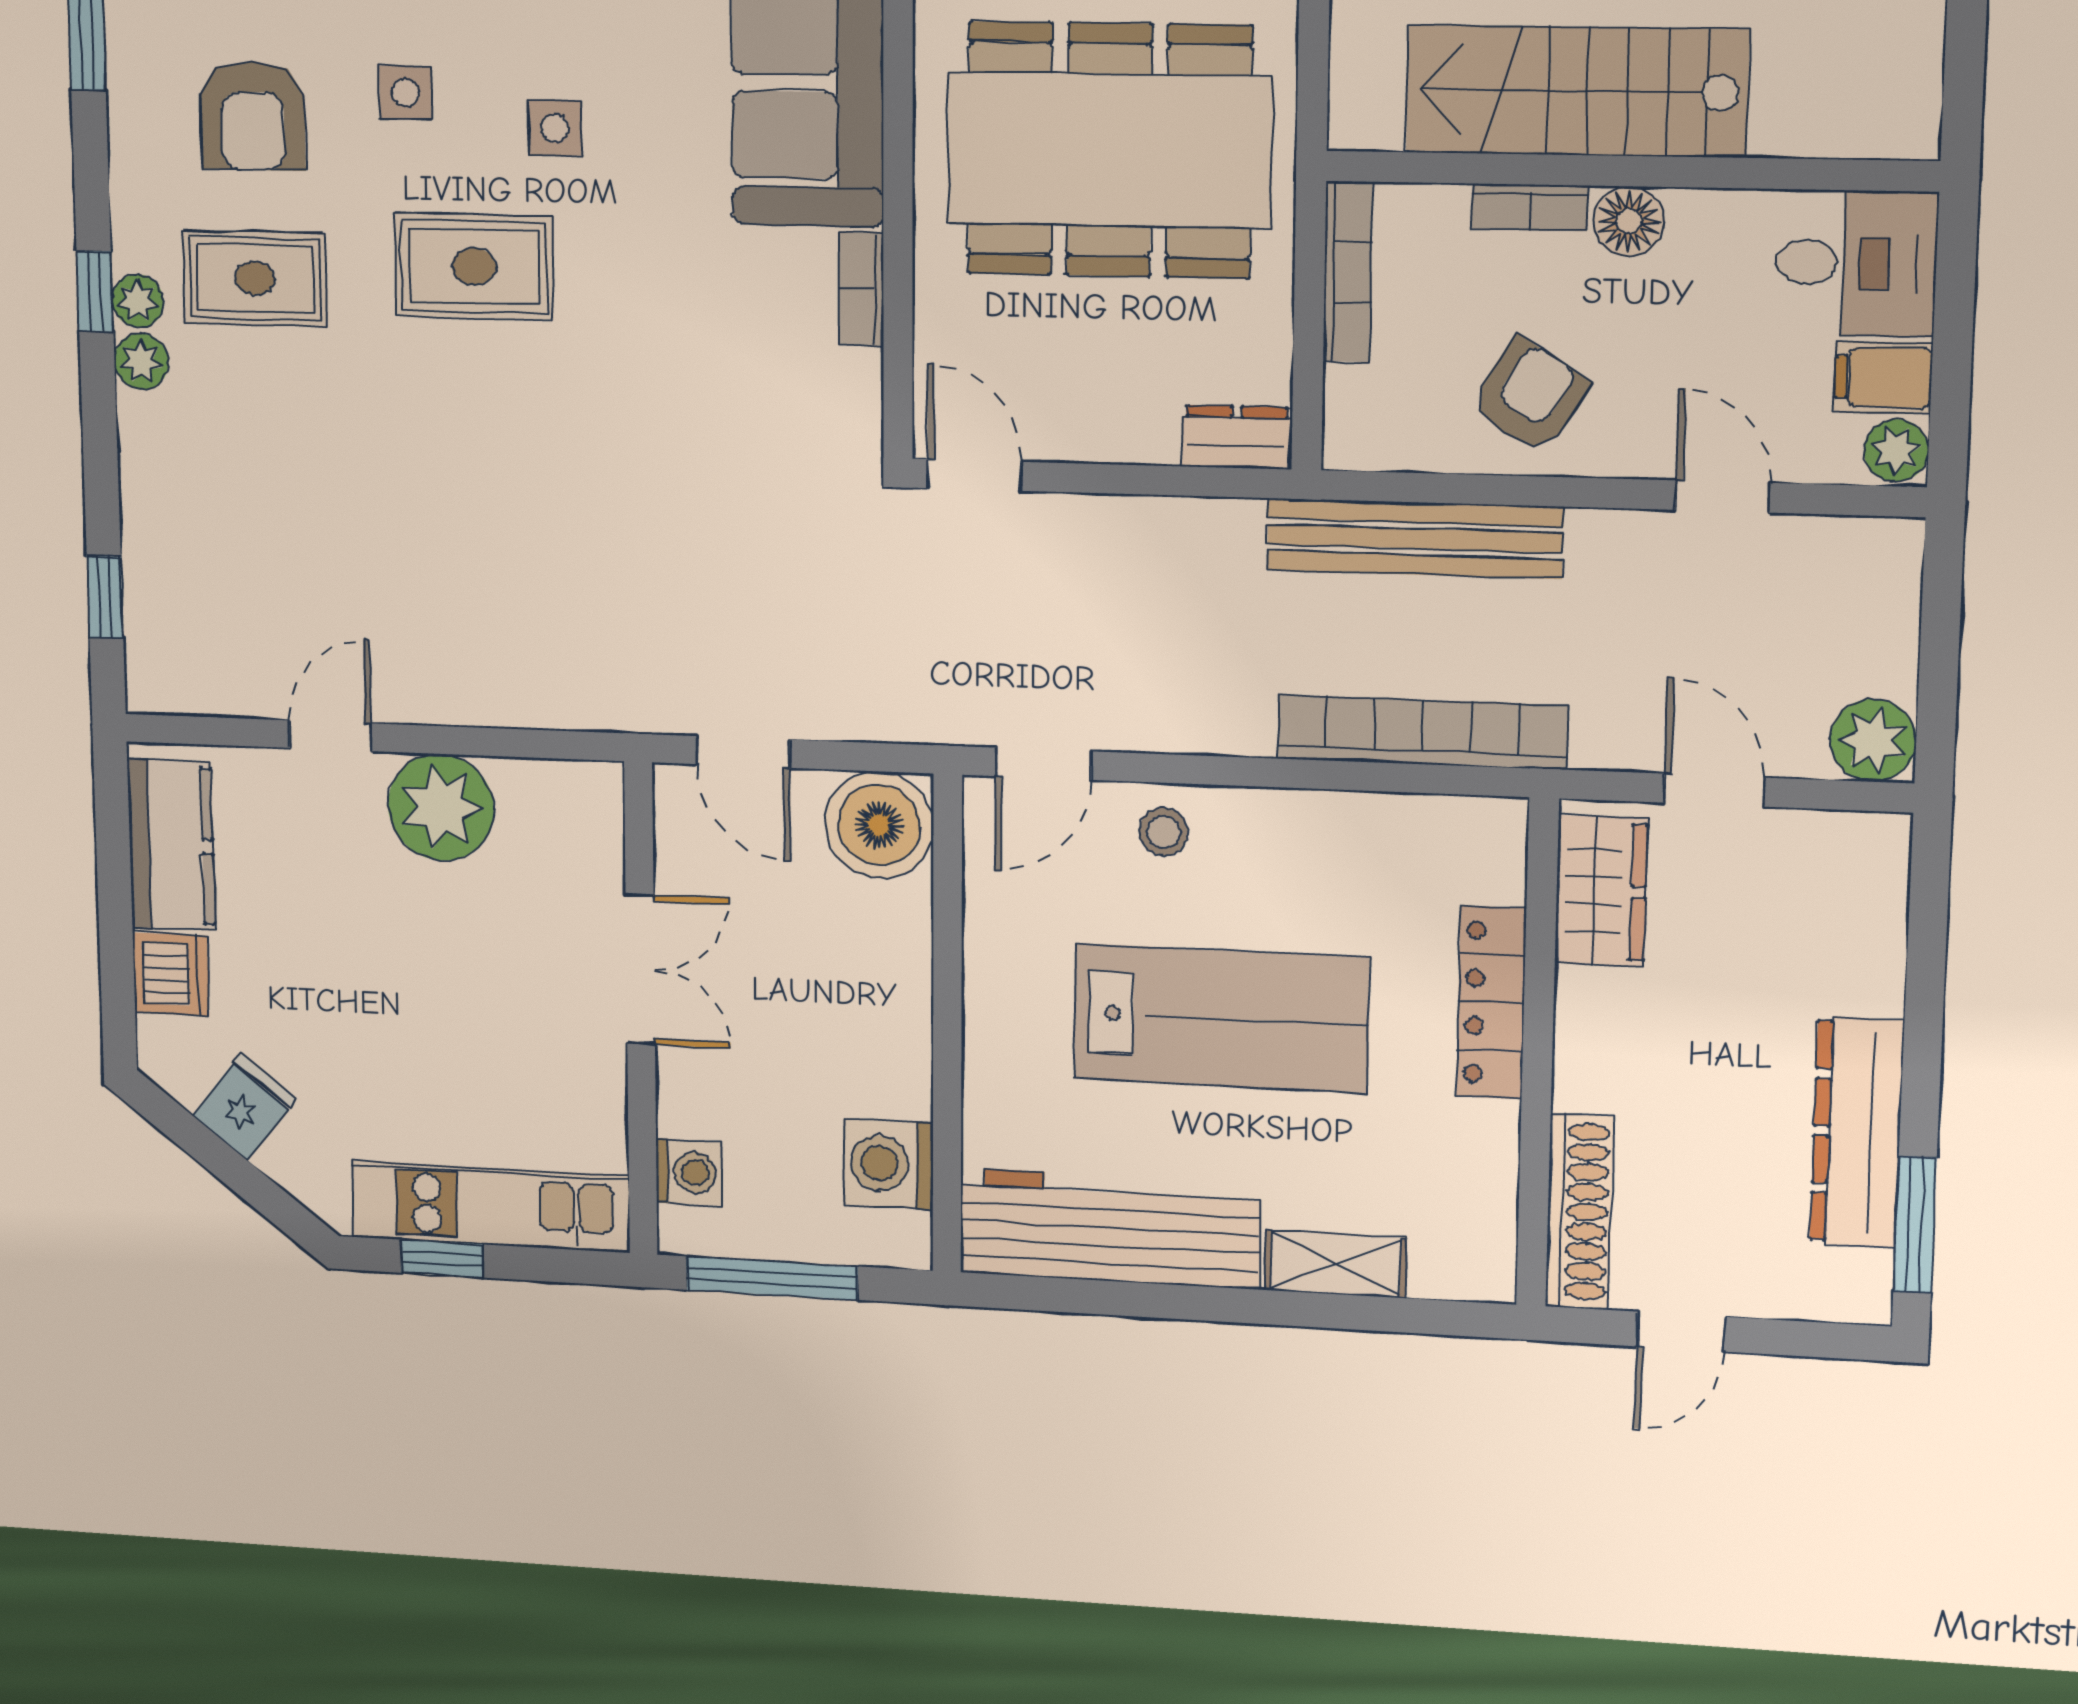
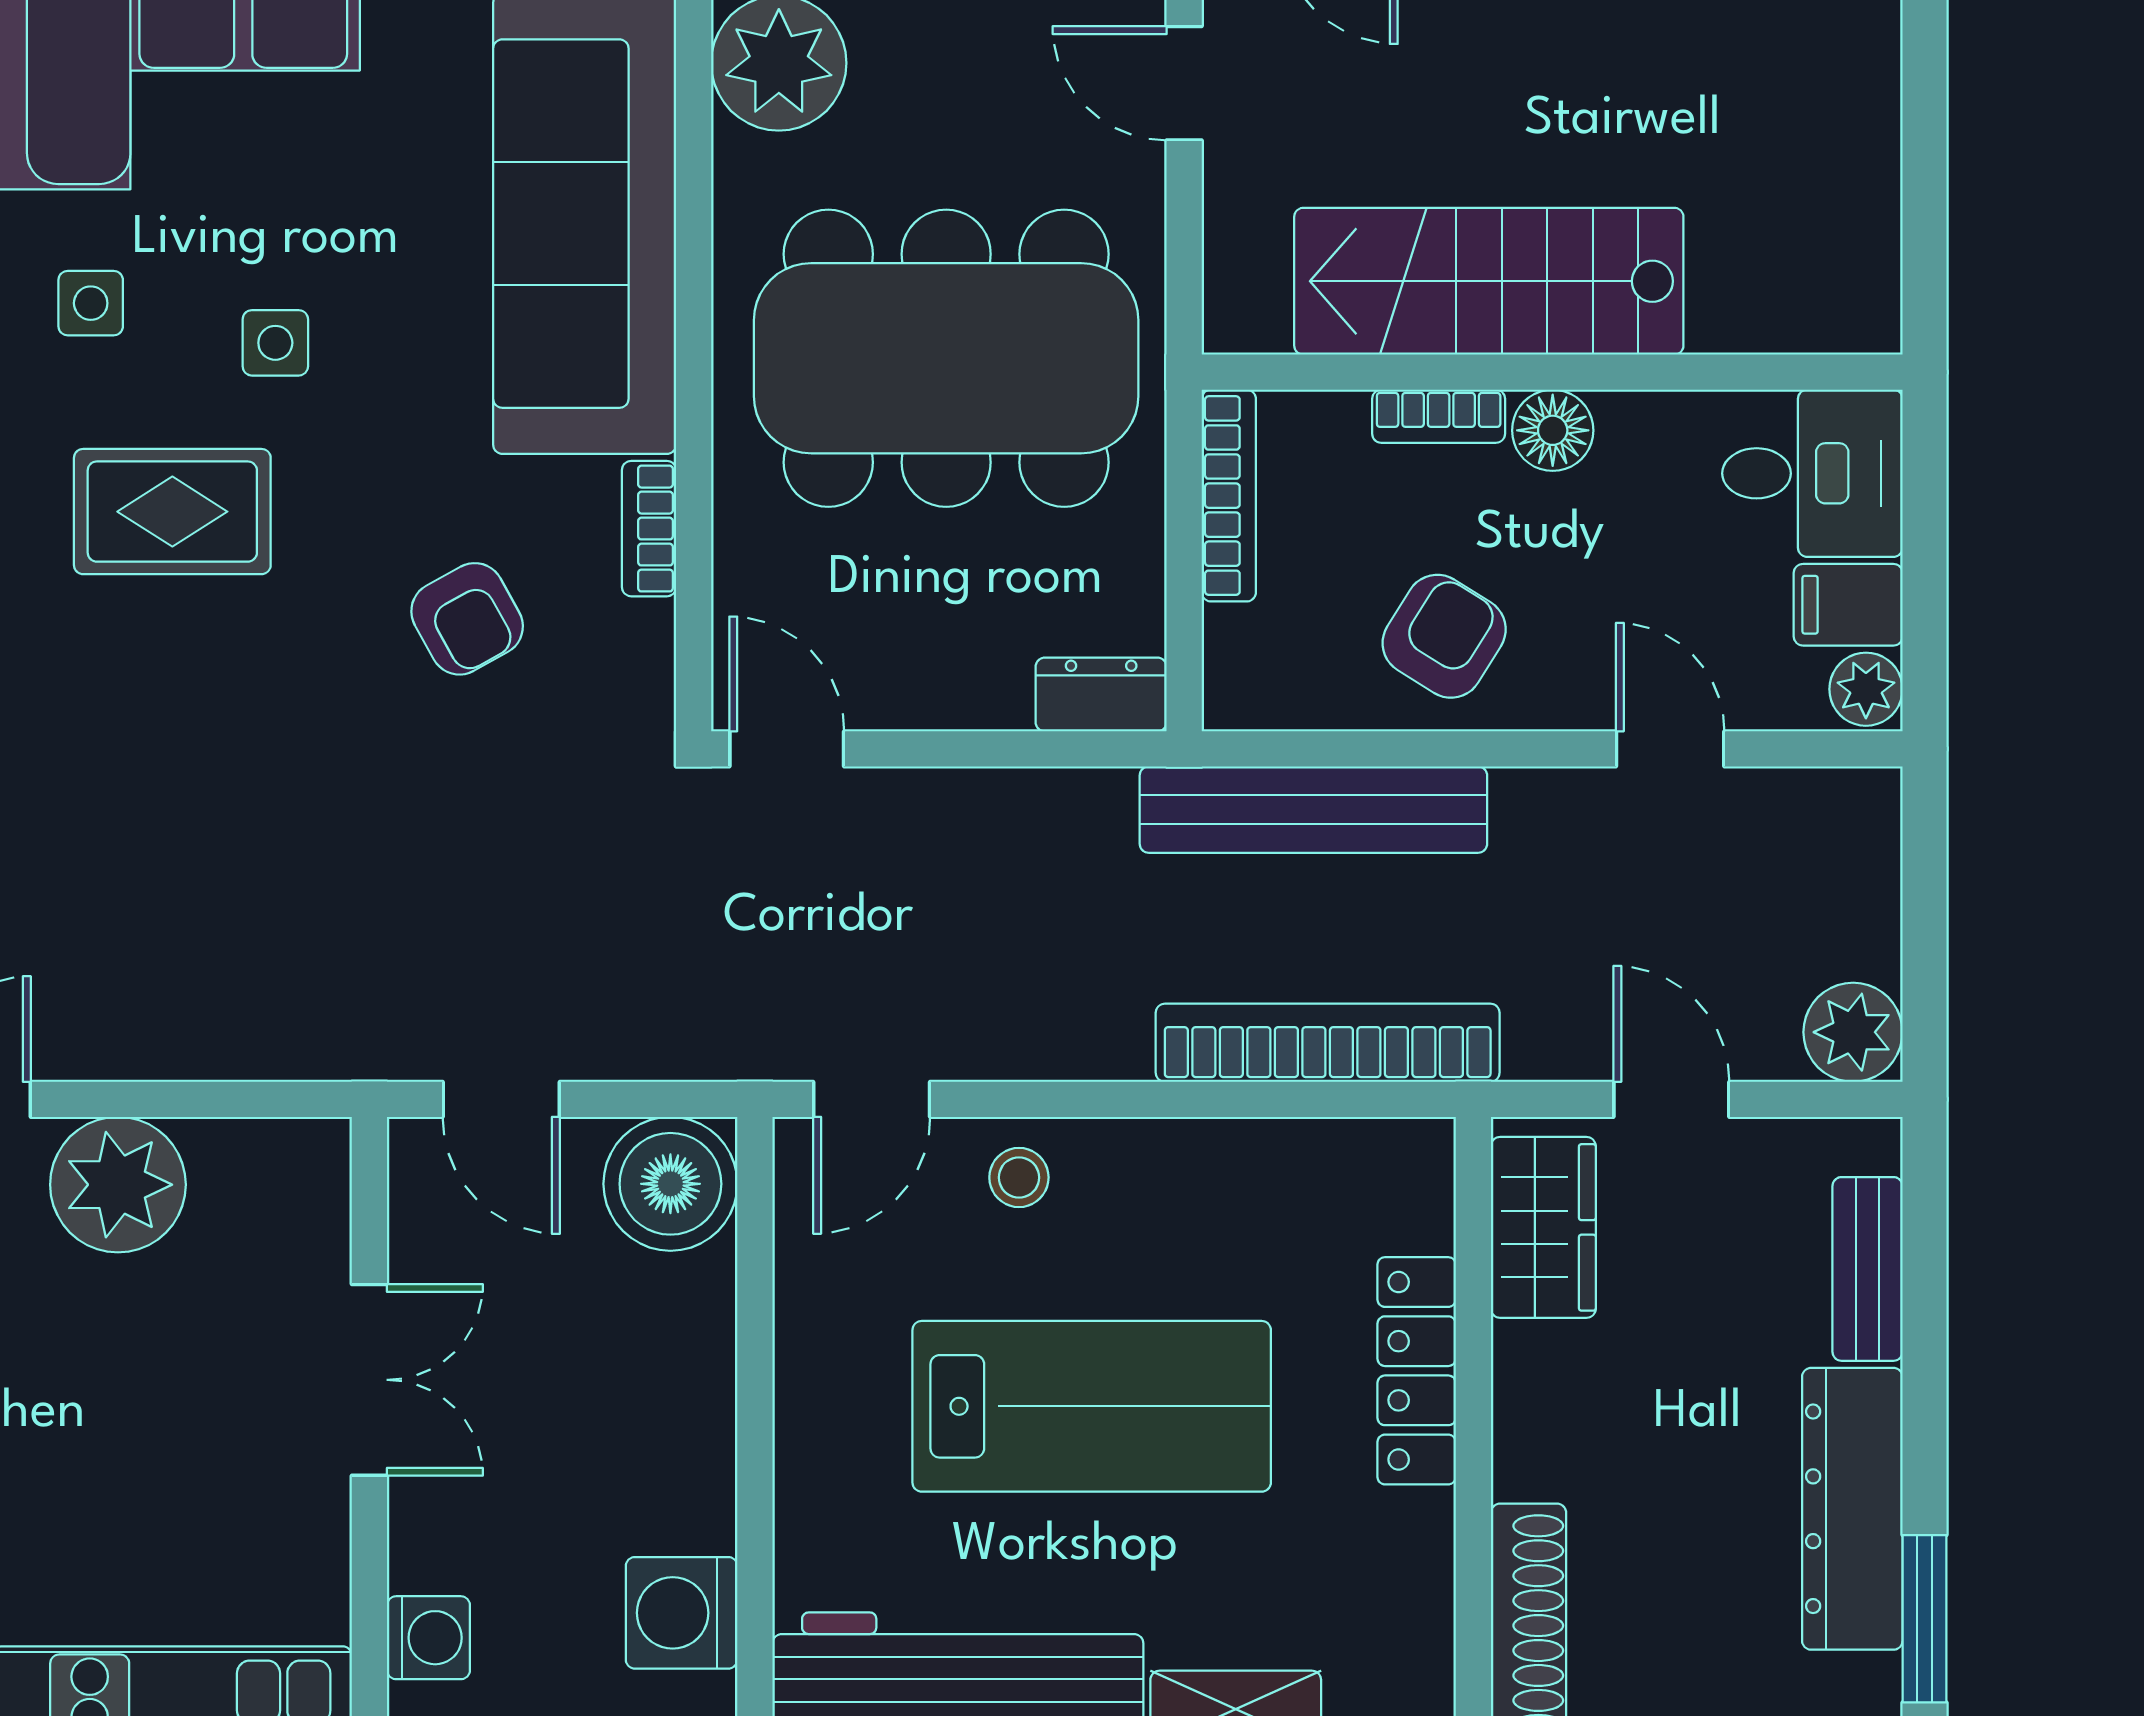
armchair: (713, 361) -> (467, 619), added
bench: (1878, 937) -> (1867, 1269), added

